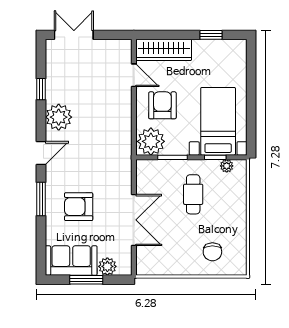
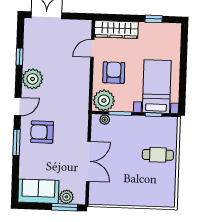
door: (134, 75) -> (92, 48), swing flipped
plant: (227, 166) -> (105, 120), moved
cafe table: (193, 194) -> (158, 155), moved, turned 90
armchair: (79, 207) -> (42, 132), moved
chair: (212, 252) -> (149, 188), removed
window: (86, 280) -> (65, 207), moved

